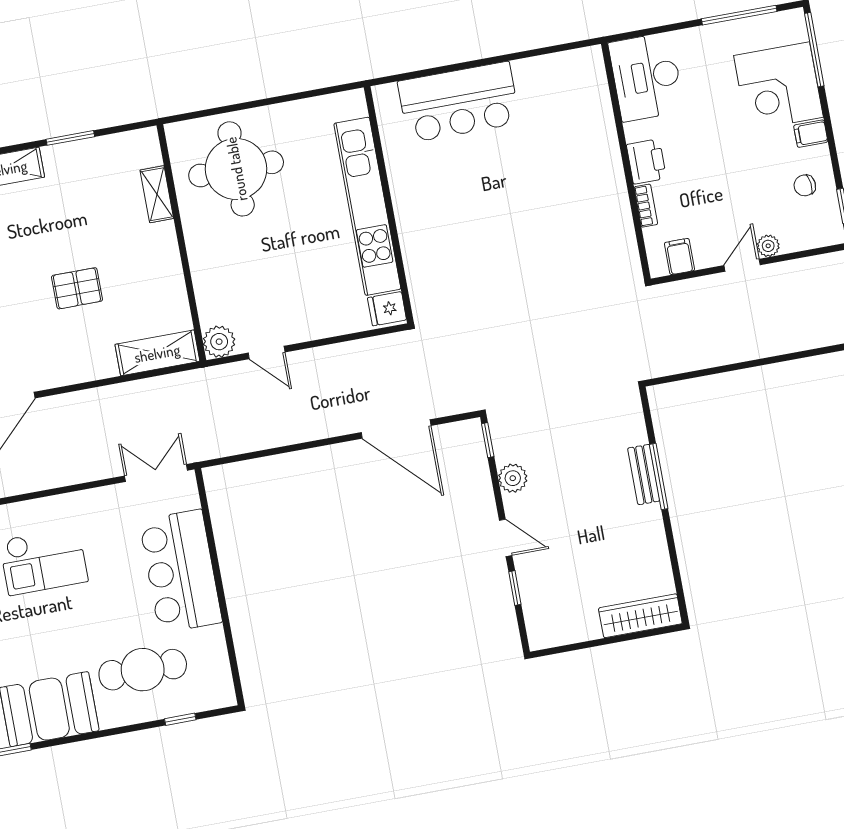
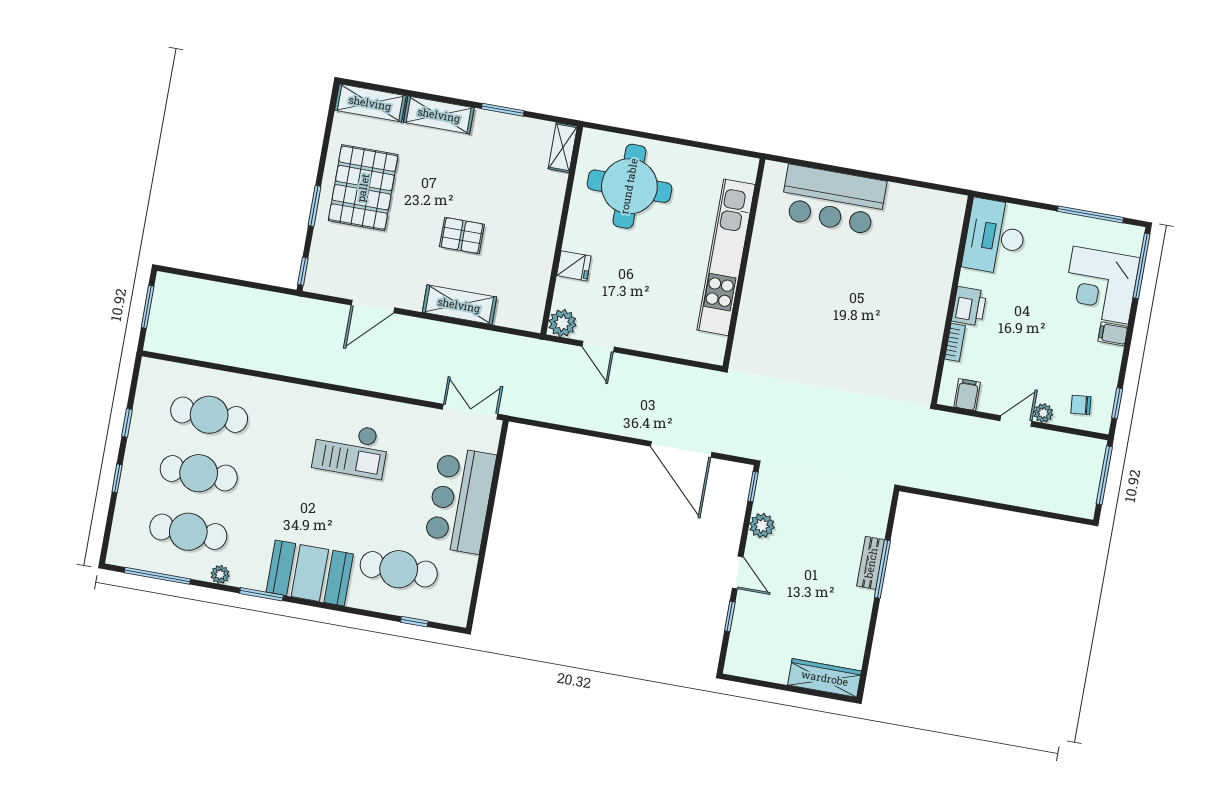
chair: (805, 185) -> (1081, 405), moved
shelving: (157, 194) -> (563, 147), moved
fridge: (387, 309) -> (574, 266), moved, turned 180
shelving: (157, 353) -> (459, 305), moved

